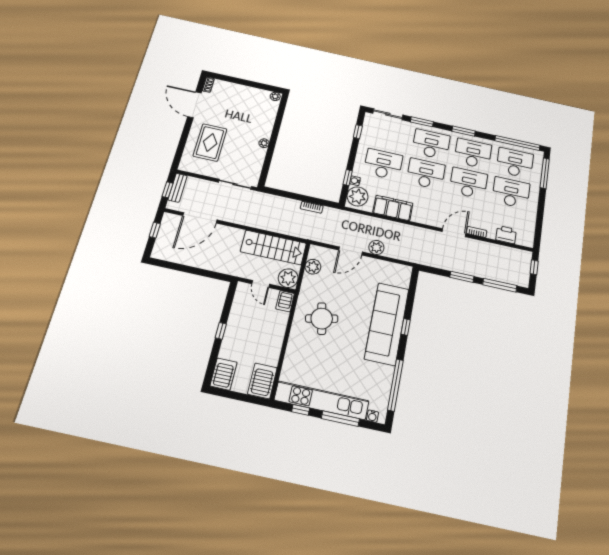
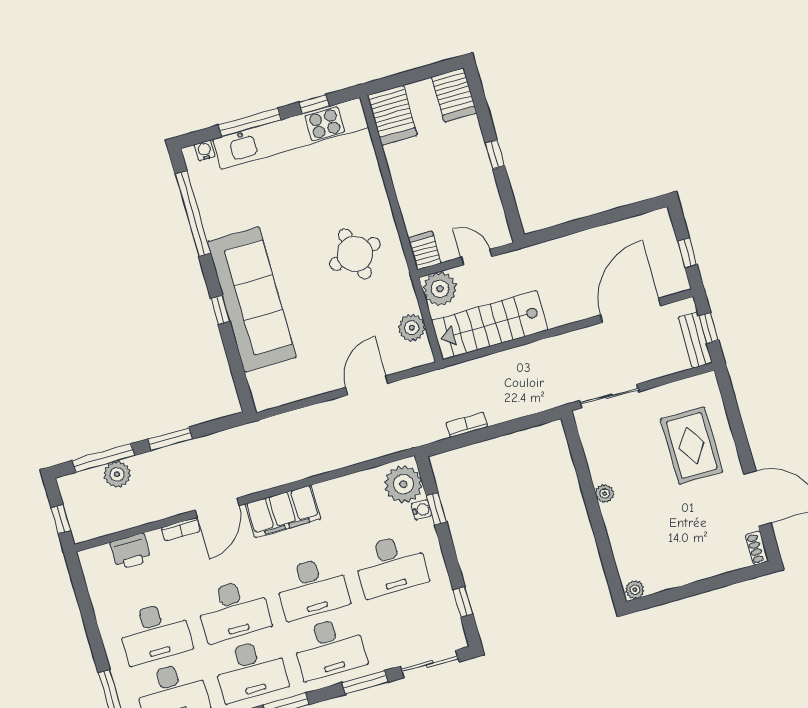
filing cabinet: (393, 208) -> (283, 511), moved
plant: (376, 247) -> (117, 474), moved

